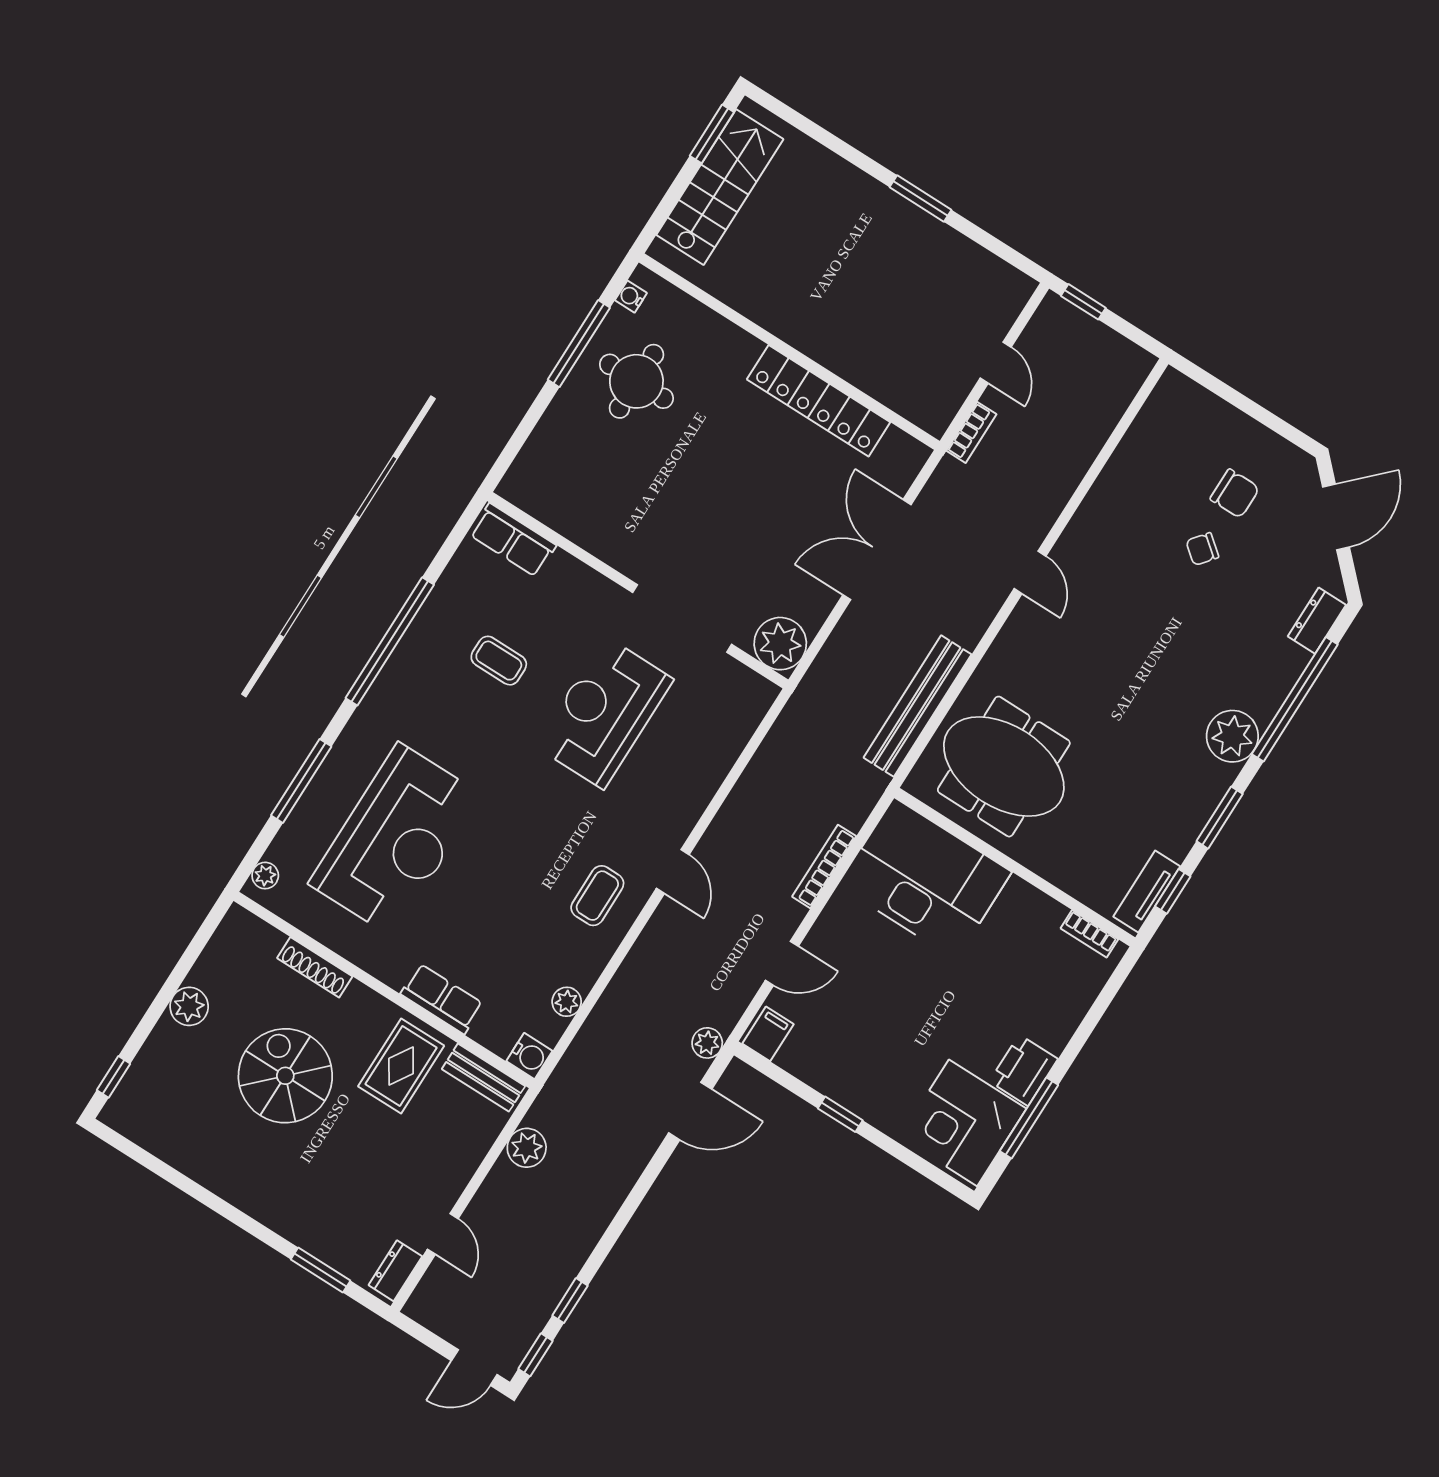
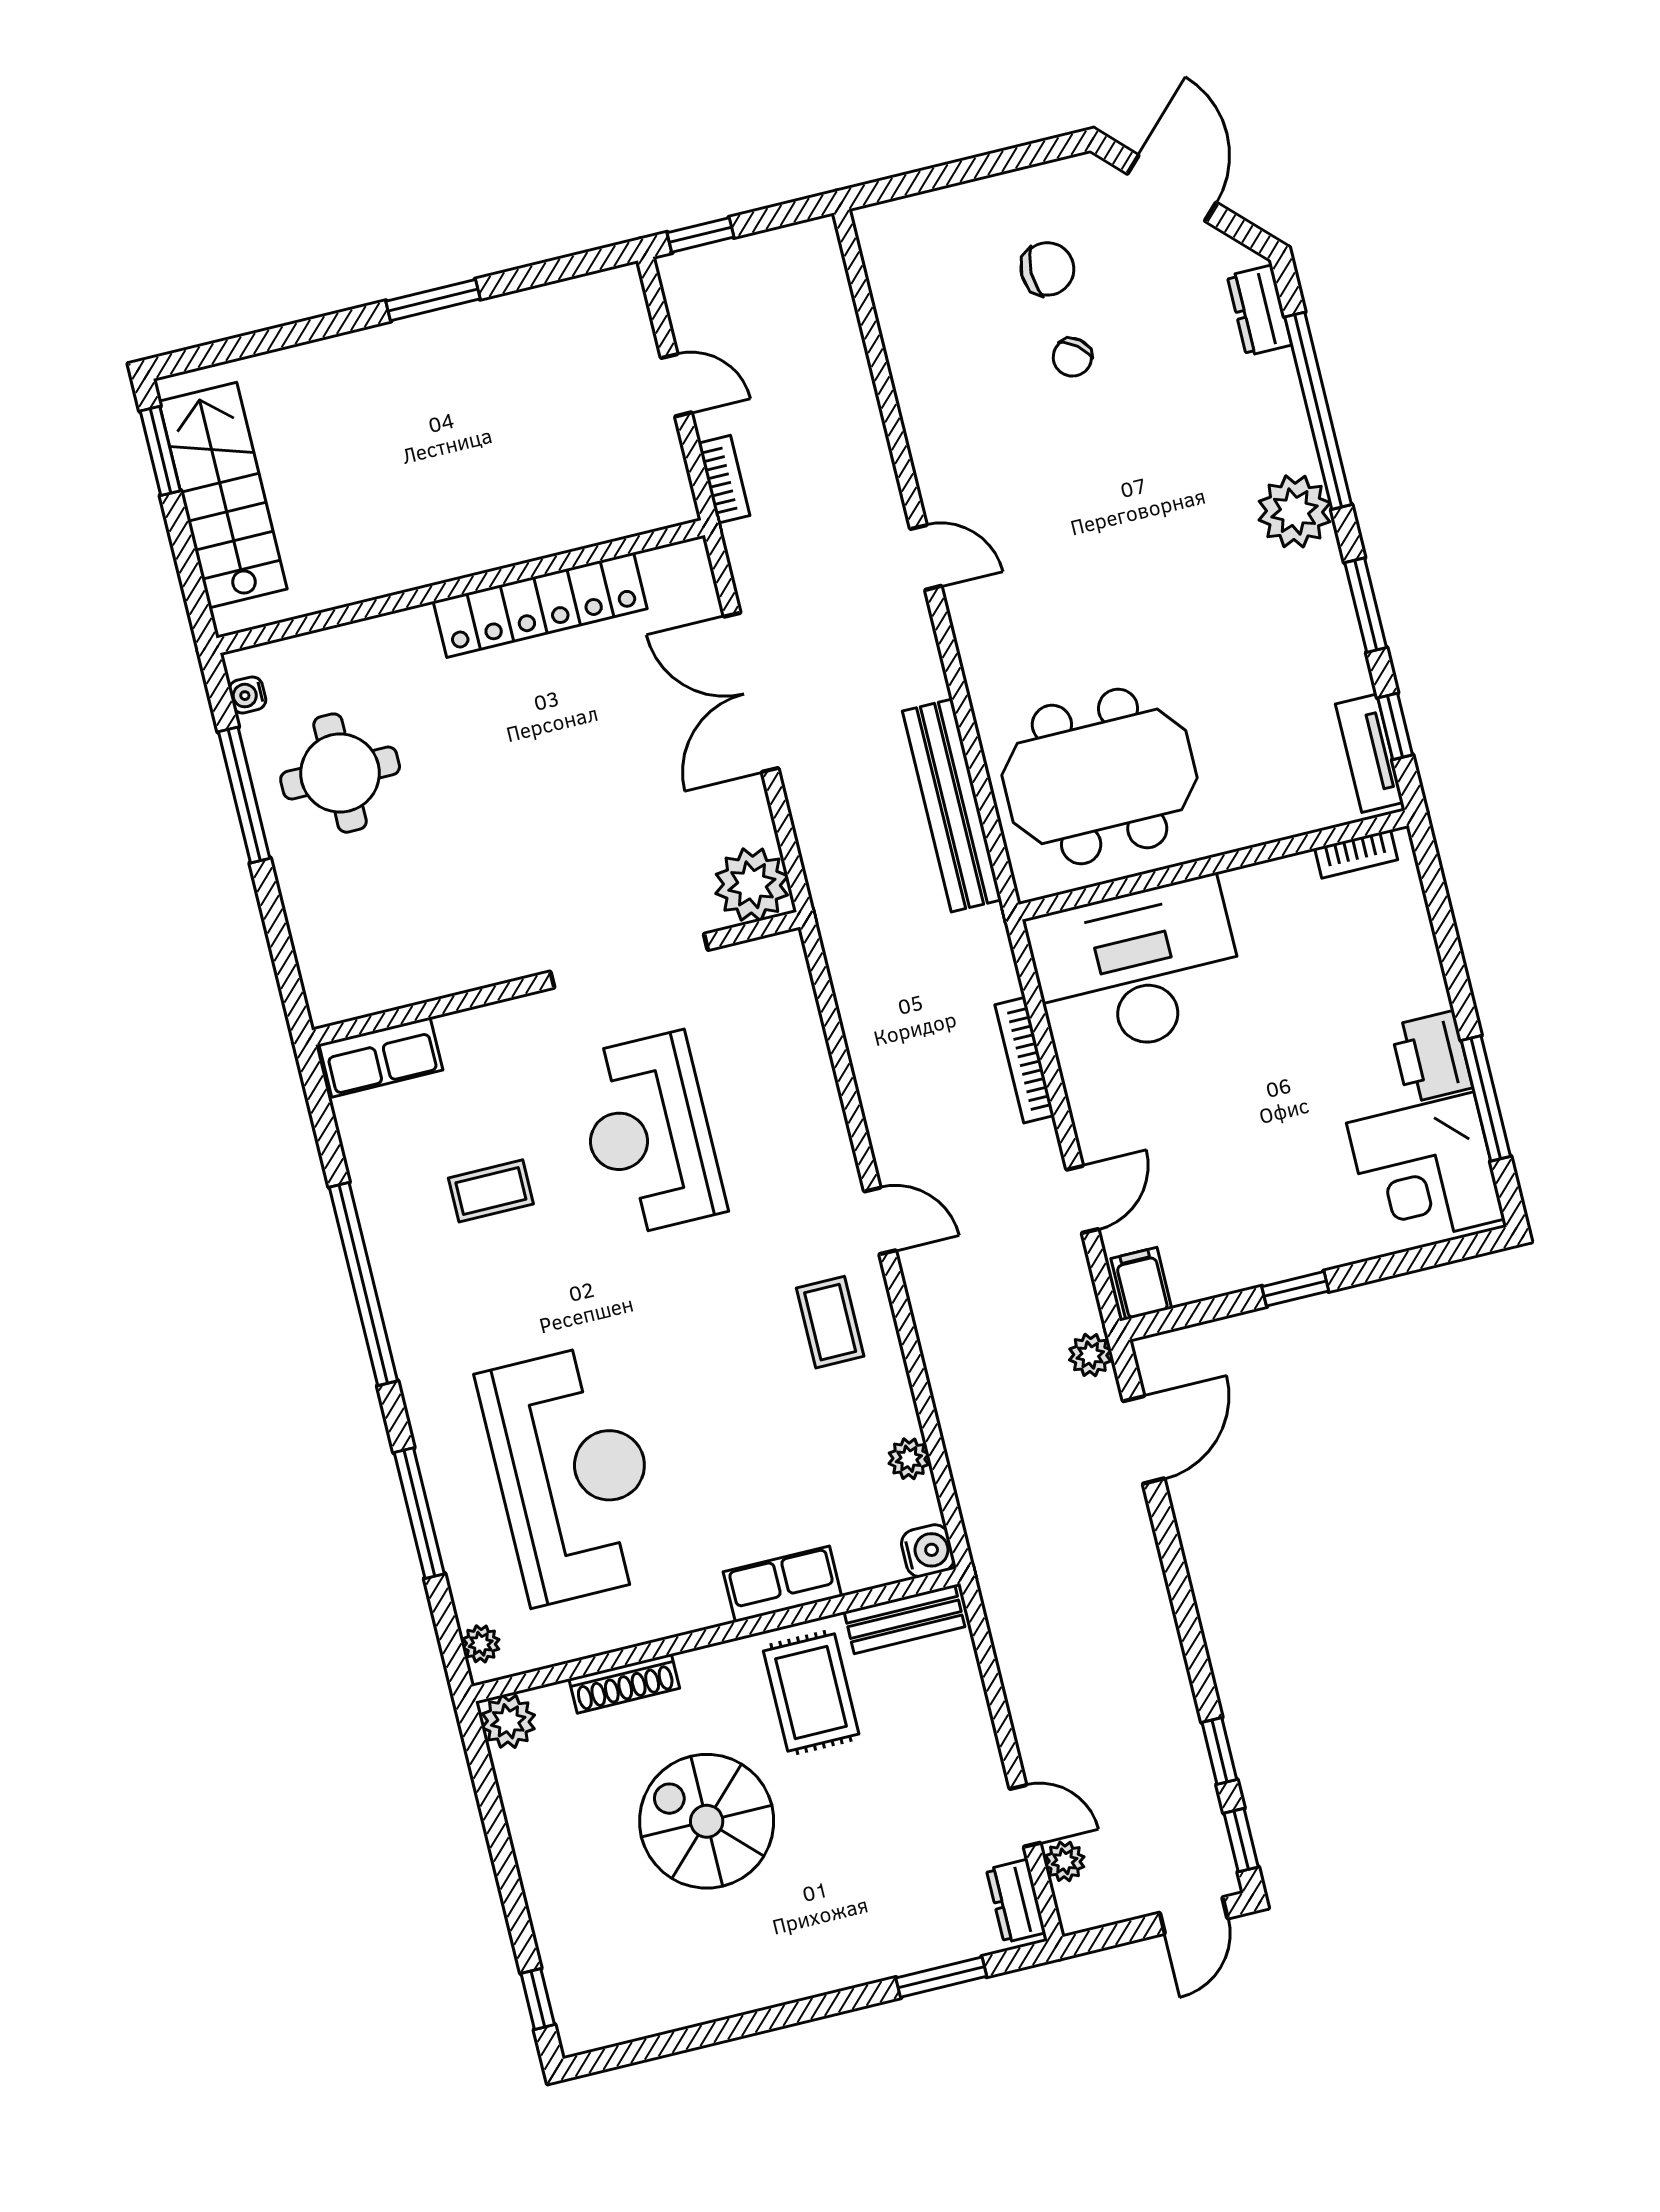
plant: (189, 1006) -> (508, 1721), moved
plant: (527, 1148) -> (1065, 1861), moved, width x0.73, depth x0.73

